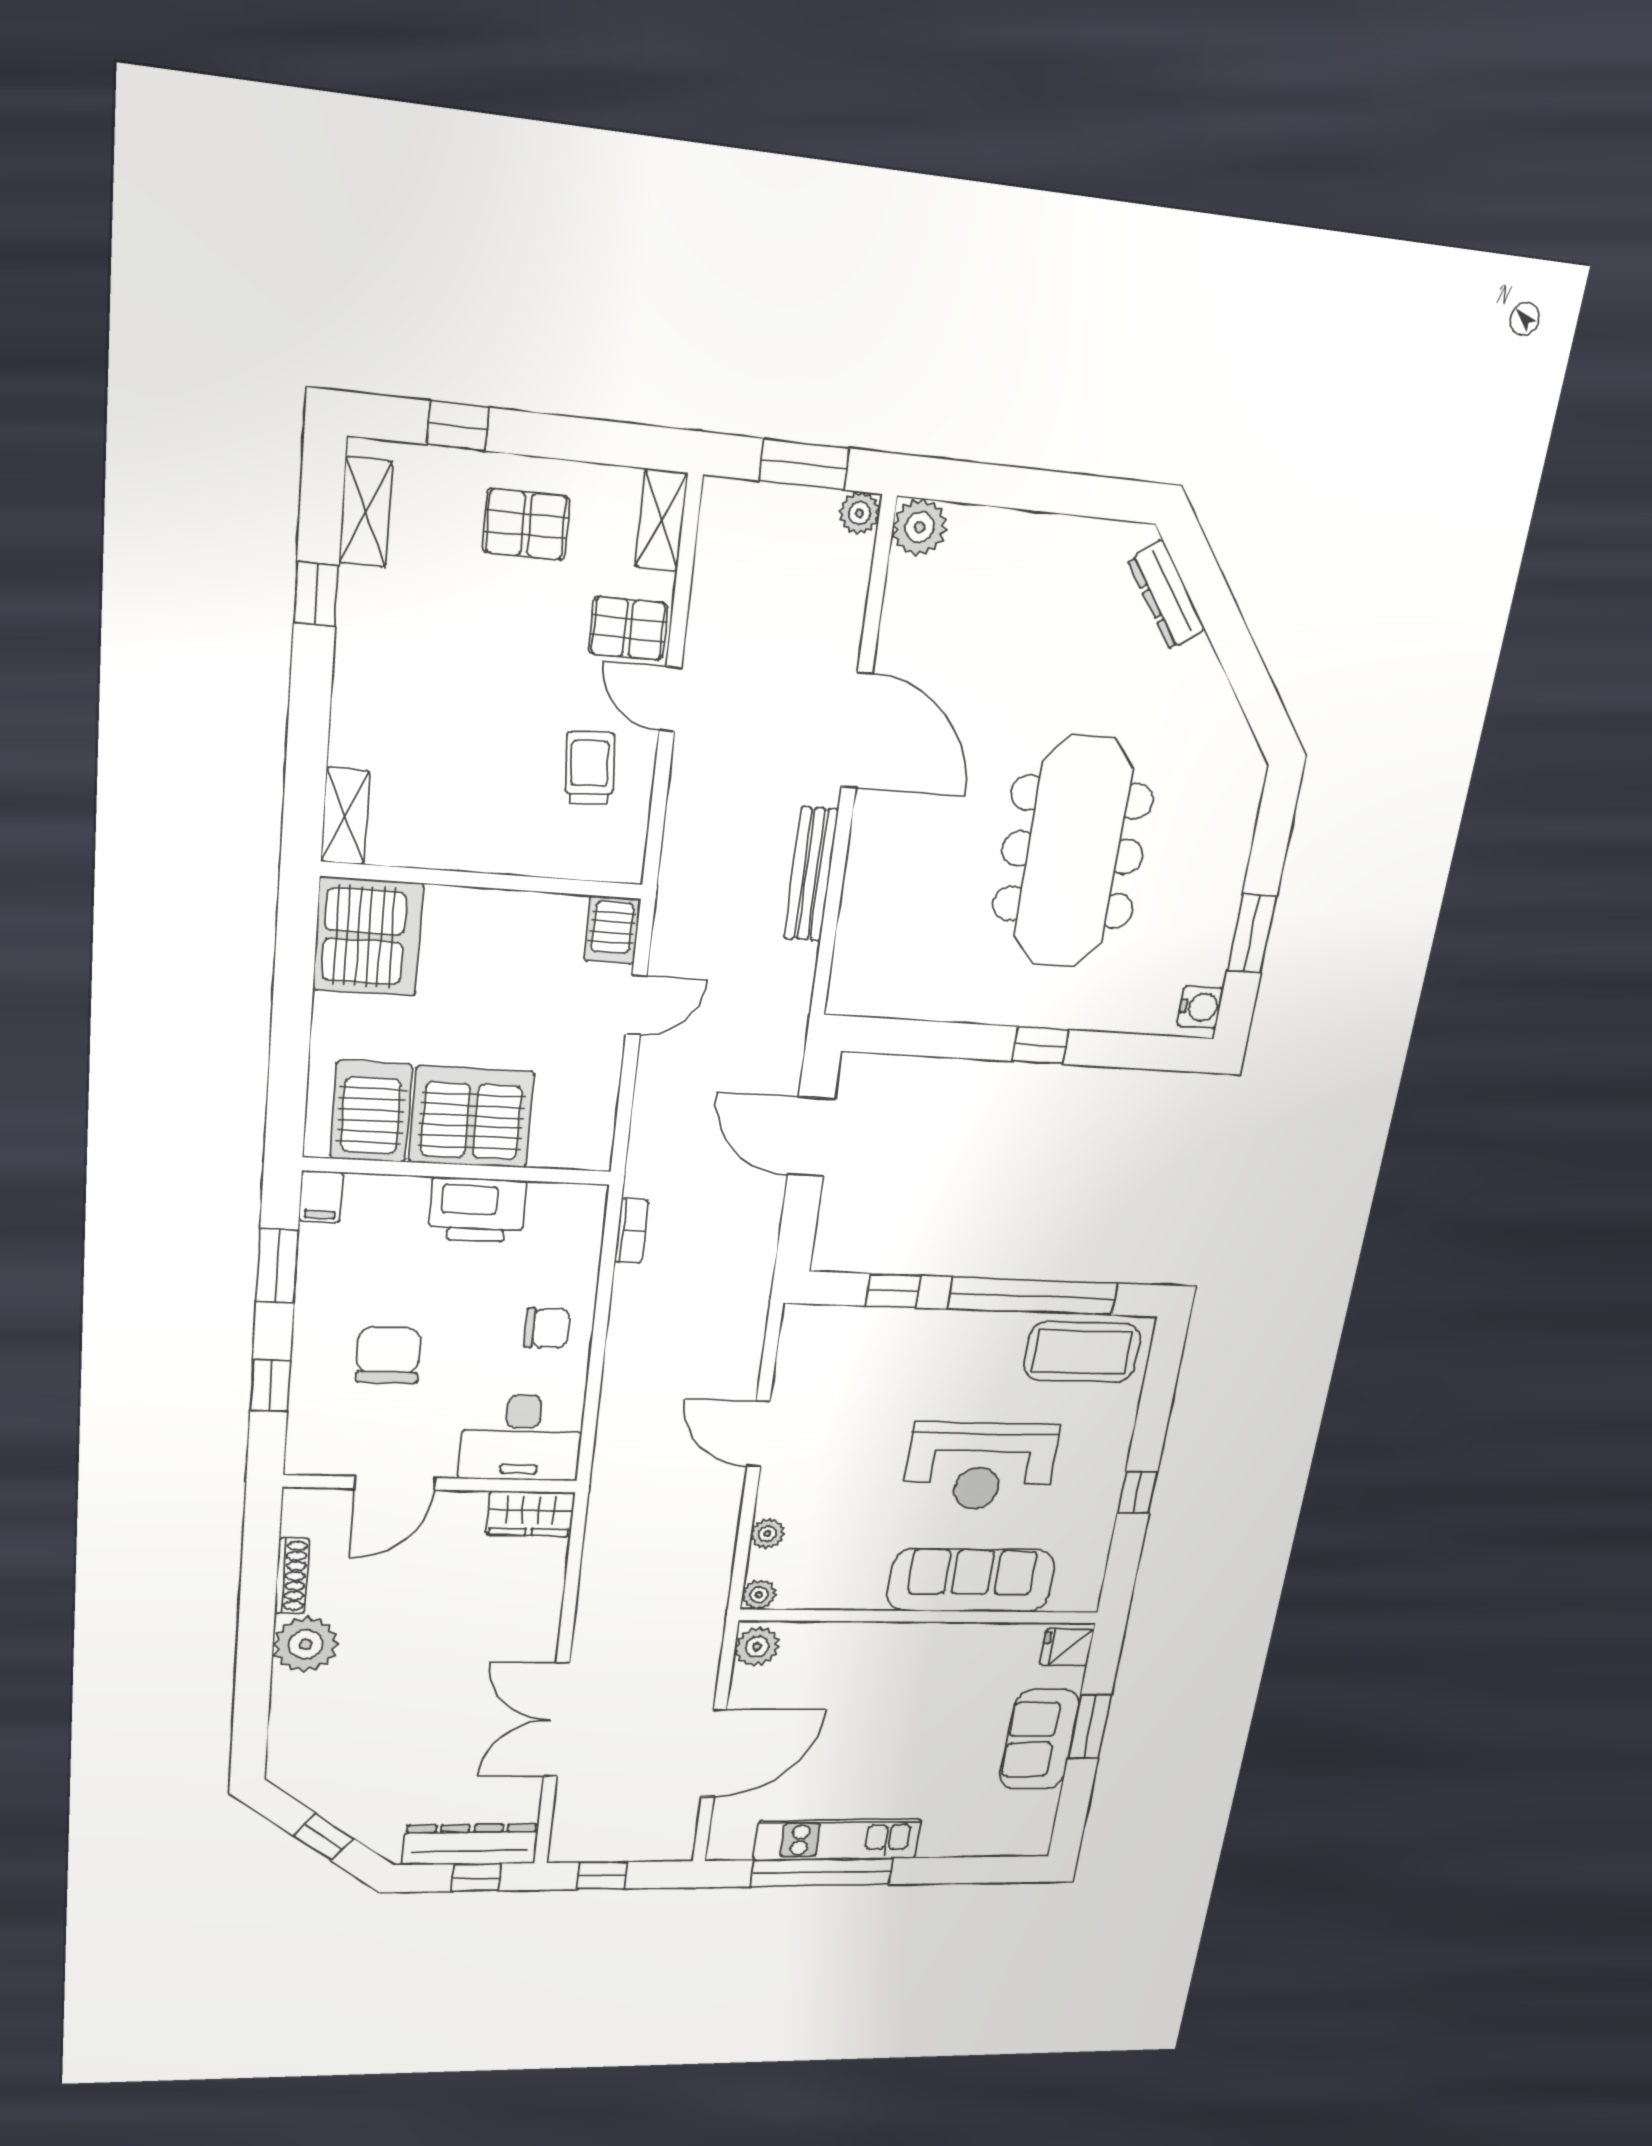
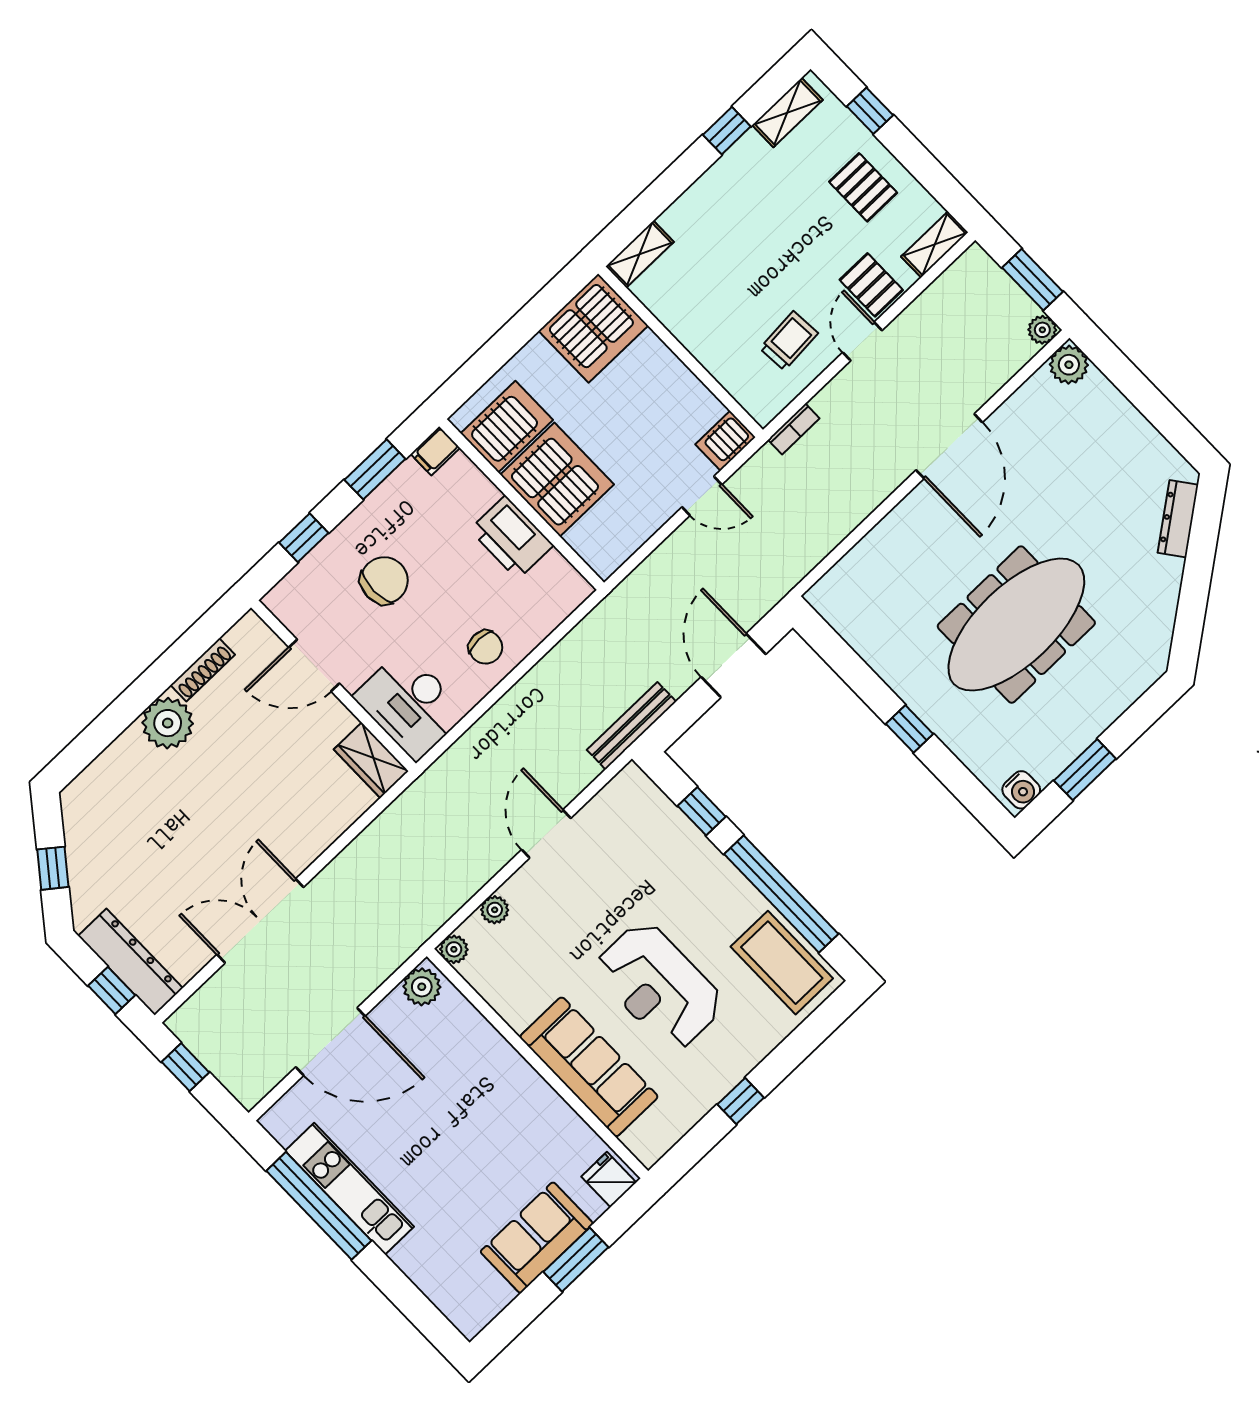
bench: (811, 874) -> (632, 726), moved
bookcase: (631, 1231) -> (794, 429), moved

